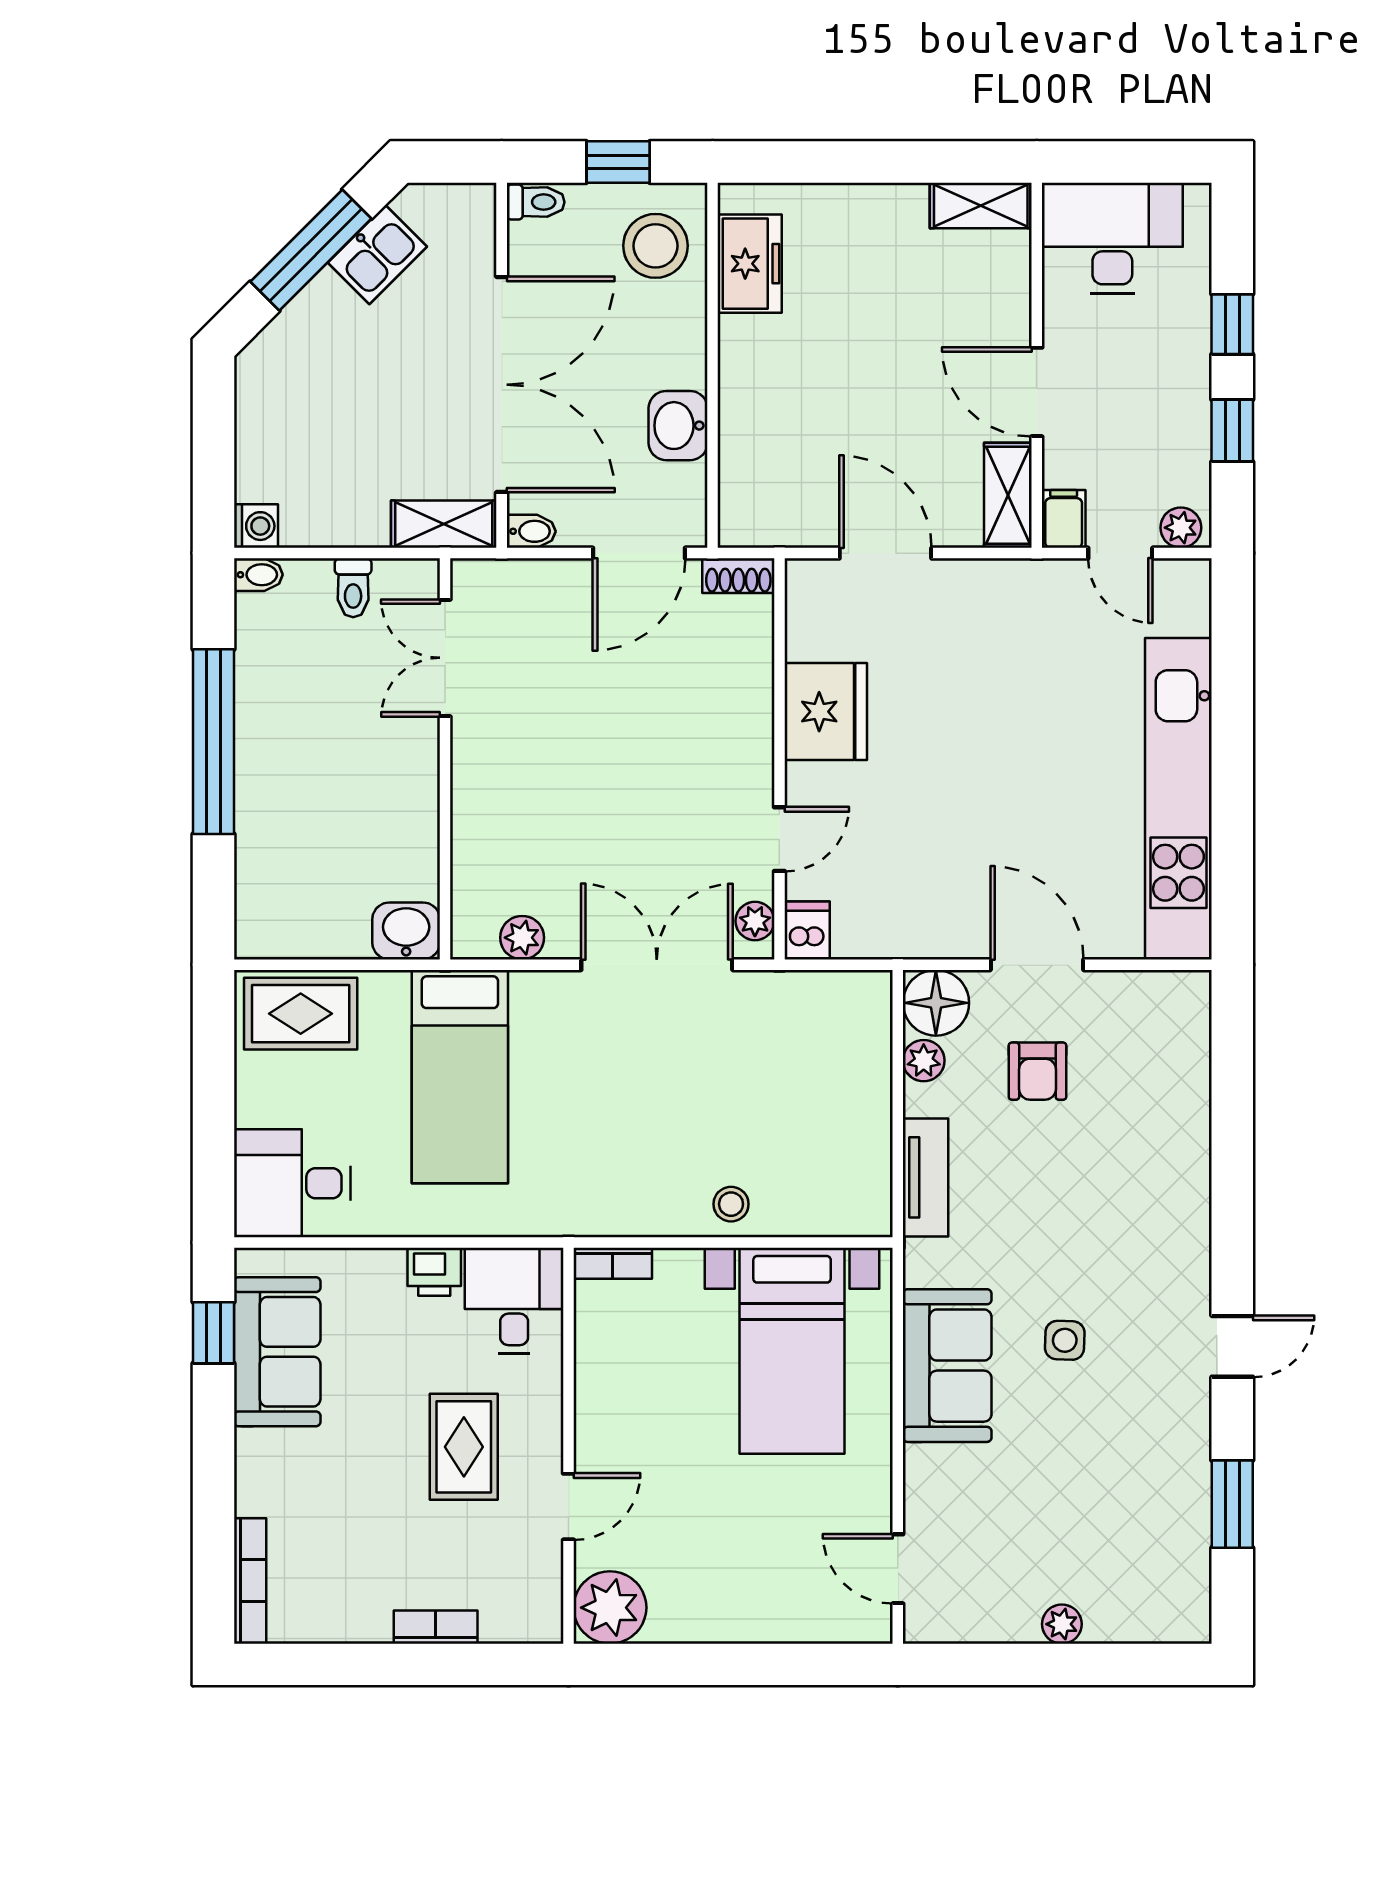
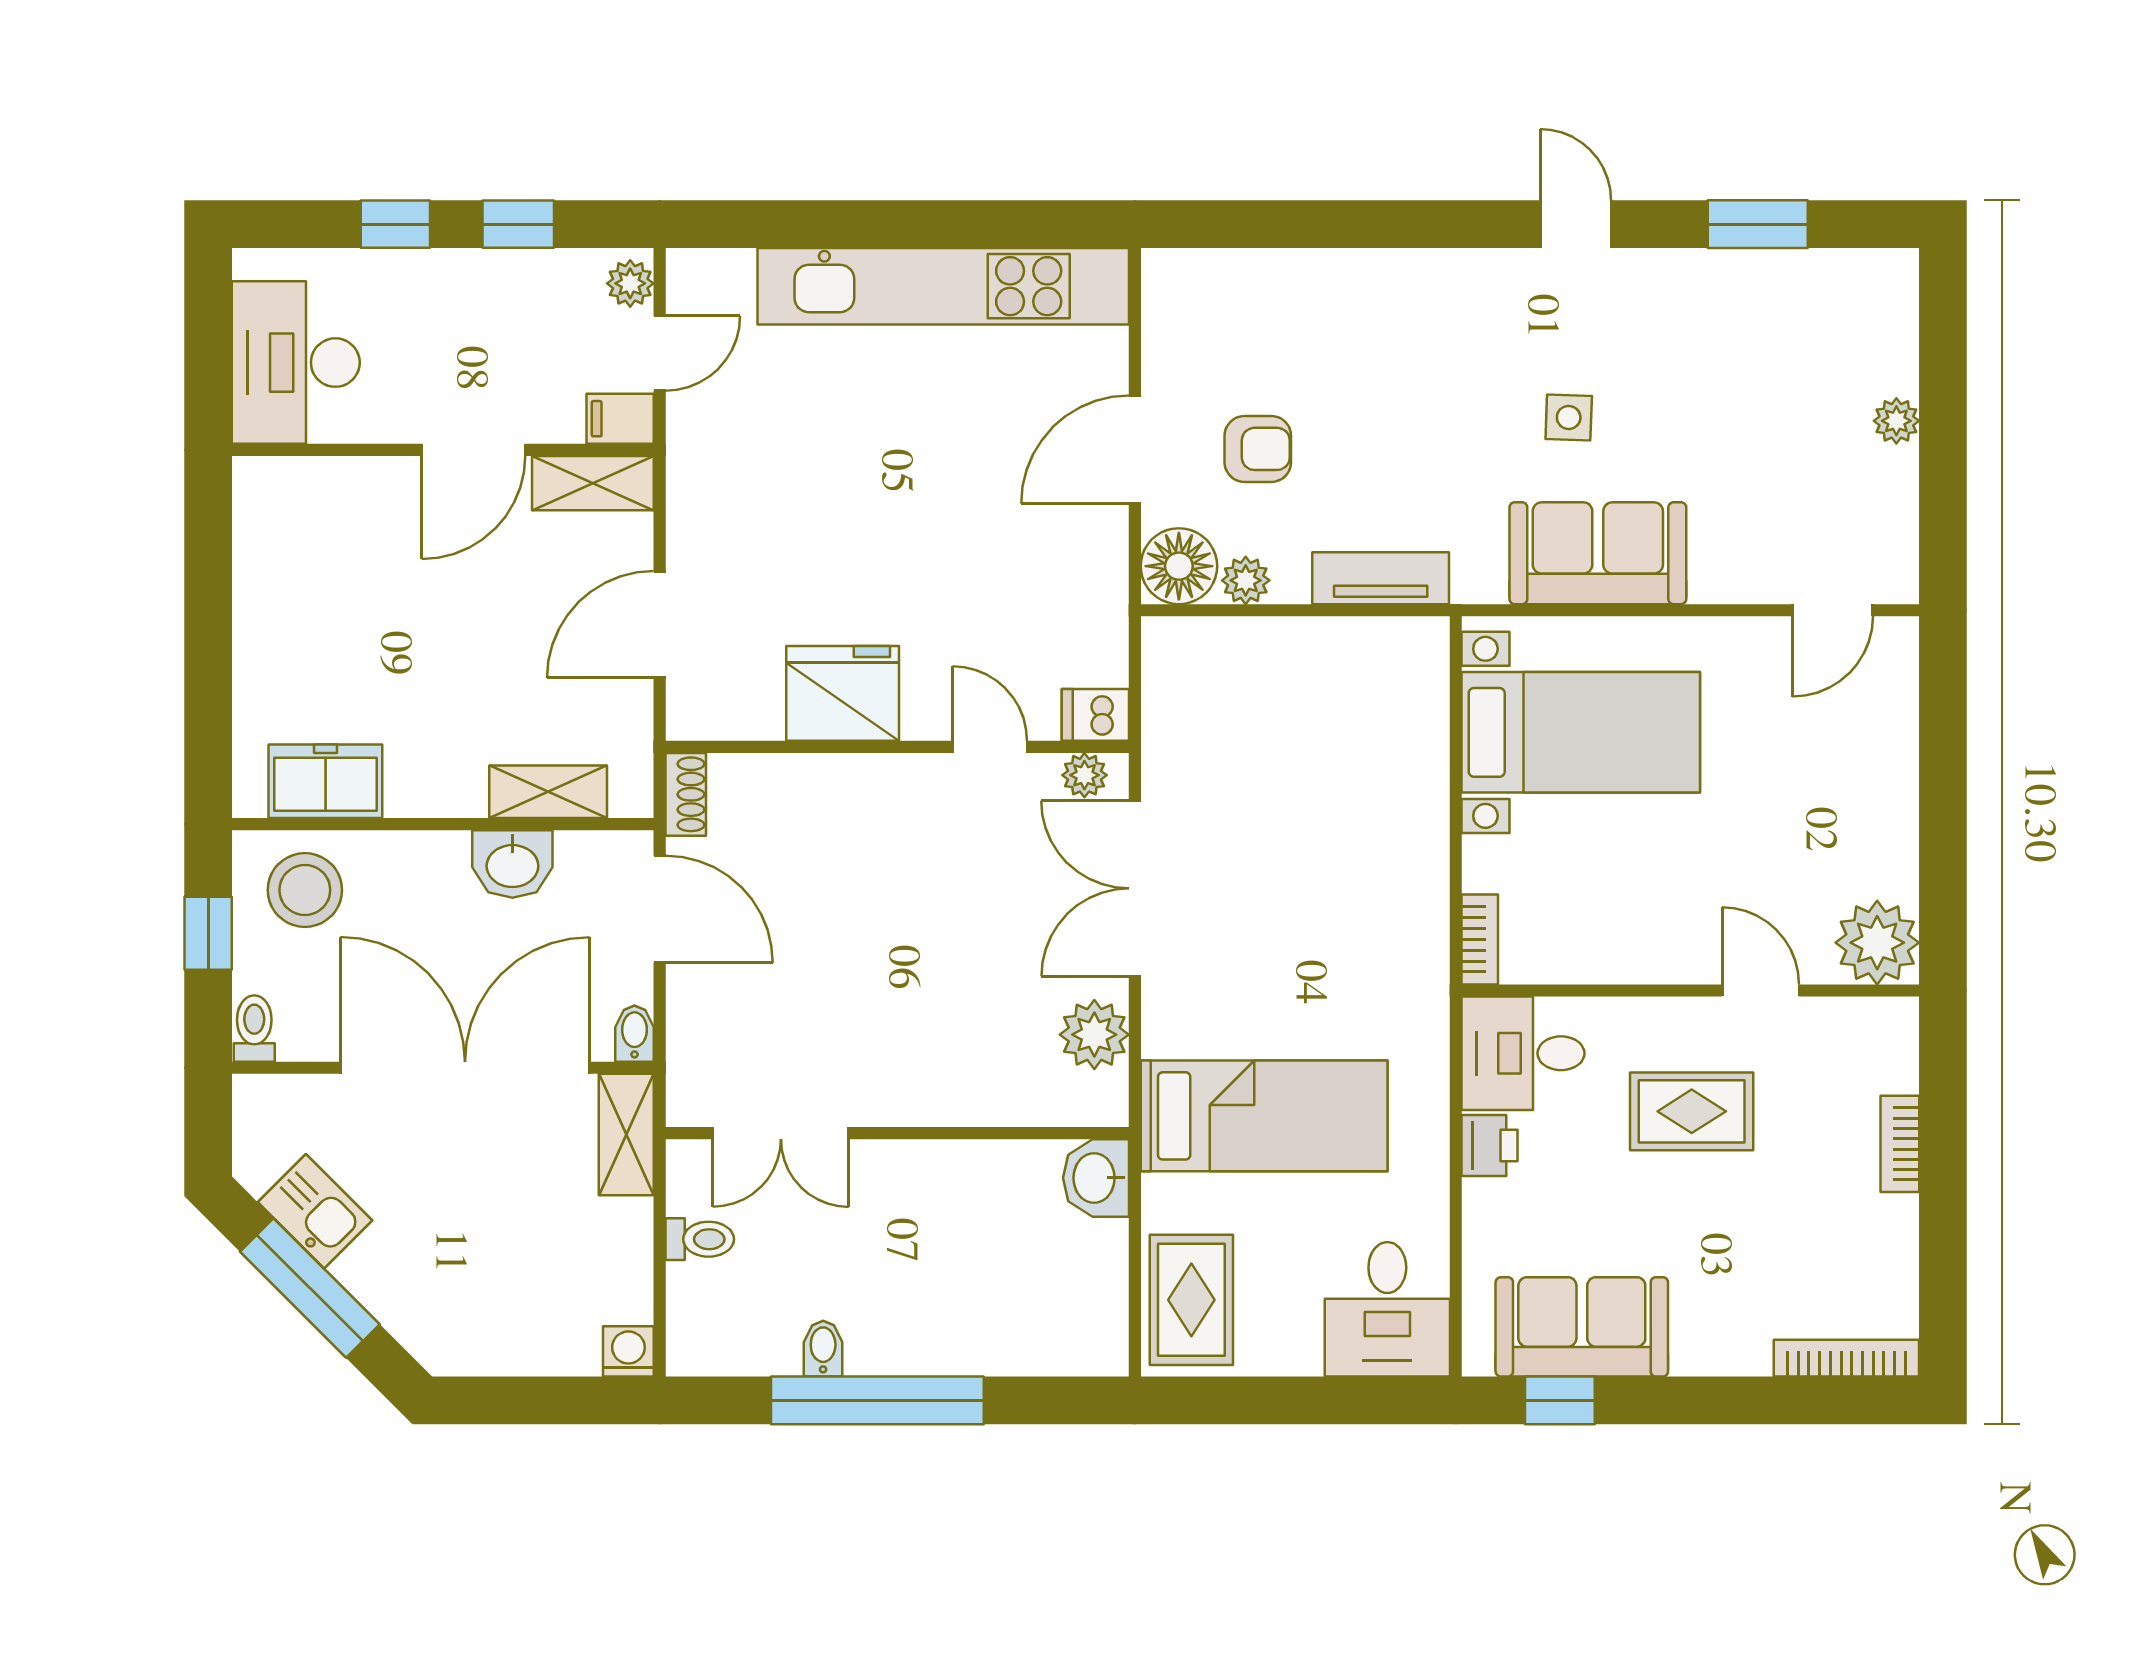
shelving: (981, 205) -> (548, 792), moved, turned 90
bidet: (258, 575) -> (823, 1349), moved
plant: (522, 938) -> (1094, 1035), width x1.38, depth x1.38
stool: (731, 1204) -> (1411, 803), removed

